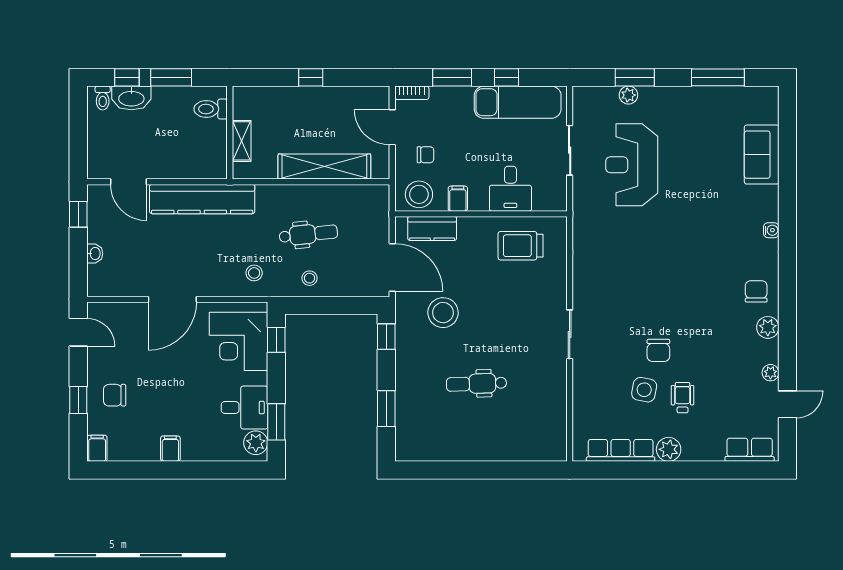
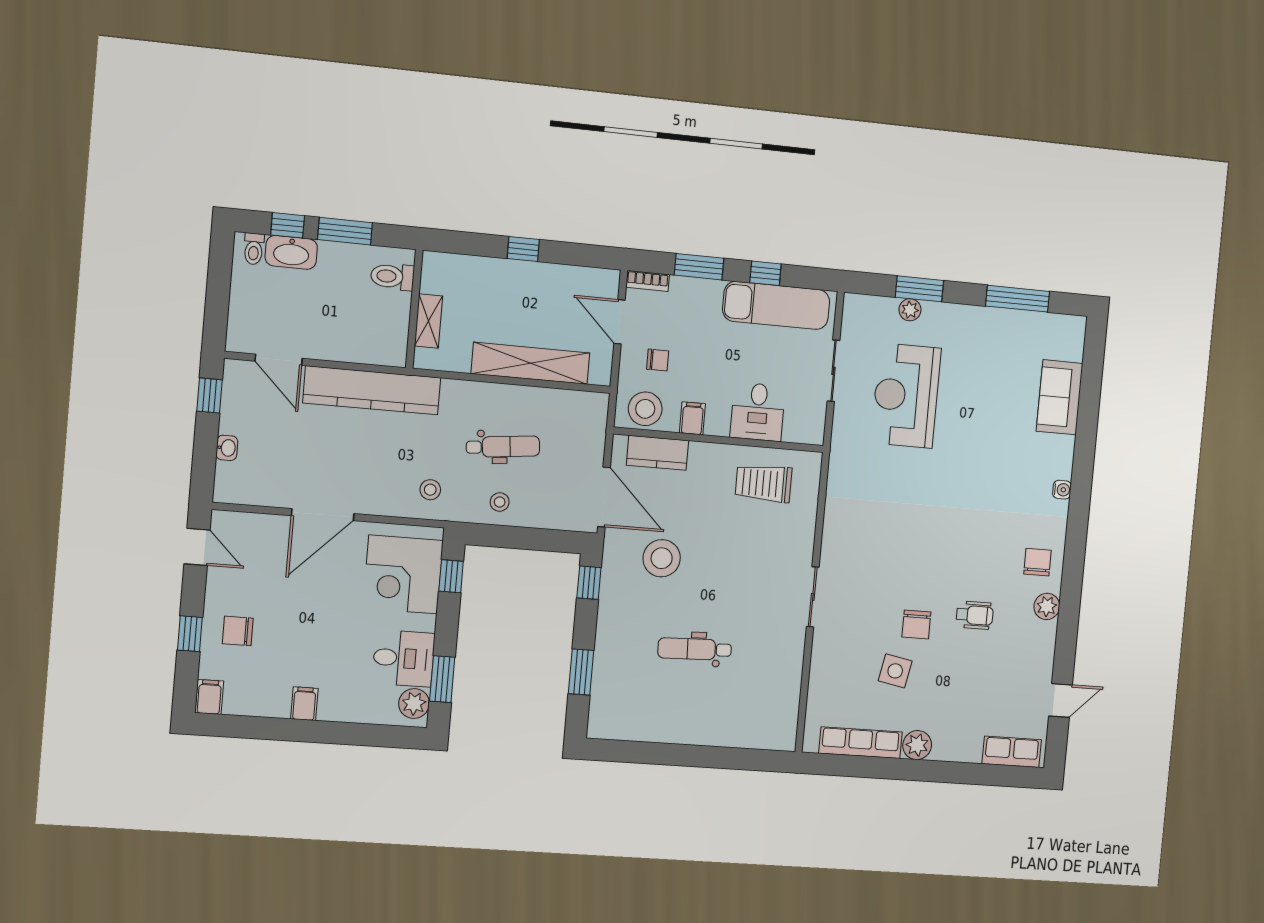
plant: (770, 373) -> (1045, 661), removed
wheelchair: (683, 398) -> (975, 615), moved, turned 90

